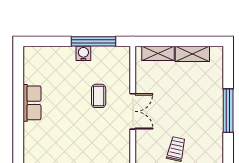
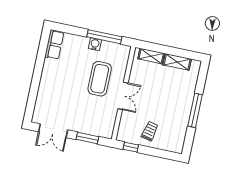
coffee table: (99, 96) -> (100, 79), width x1.86, depth x1.72
row of seats: (32, 103) -> (54, 45), moved

